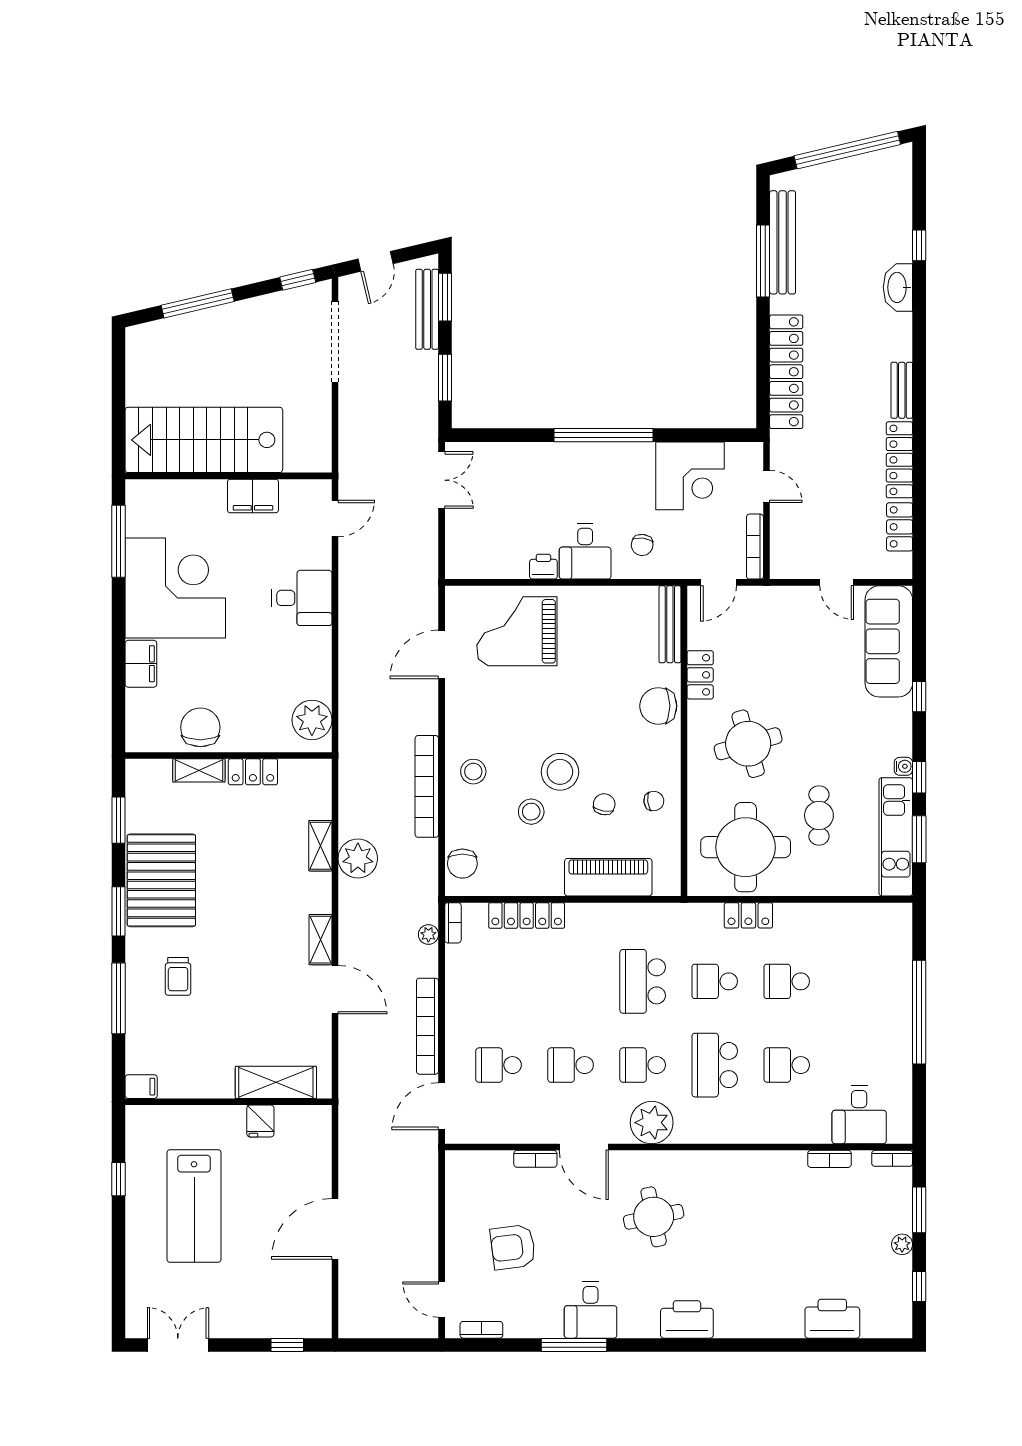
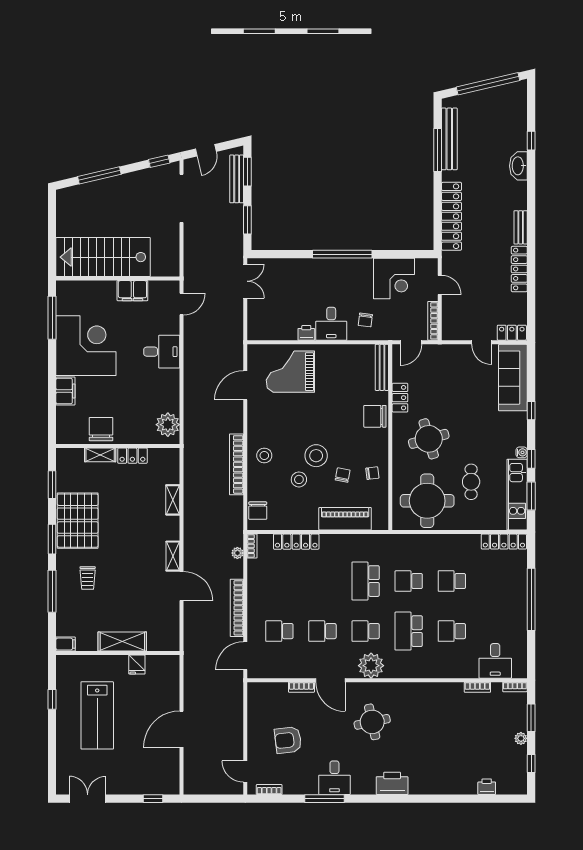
locker: (900, 527) -> (512, 333), moved, turned 90
plant: (358, 858) -> (195, 507), removed
locker: (748, 915) -> (504, 542), moved, width x1.53
shelving: (276, 1082) -> (122, 641), moved
printer: (832, 1319) -> (487, 787), width x0.53, depth x0.68

